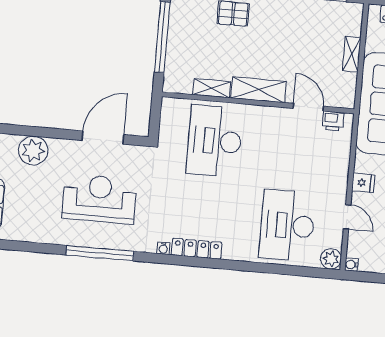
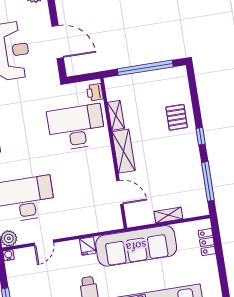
door: (308, 107) -> (120, 192), hinge flipped
printer: (333, 121) -> (95, 92), moved
fridge: (363, 183) -> (88, 246), moved

